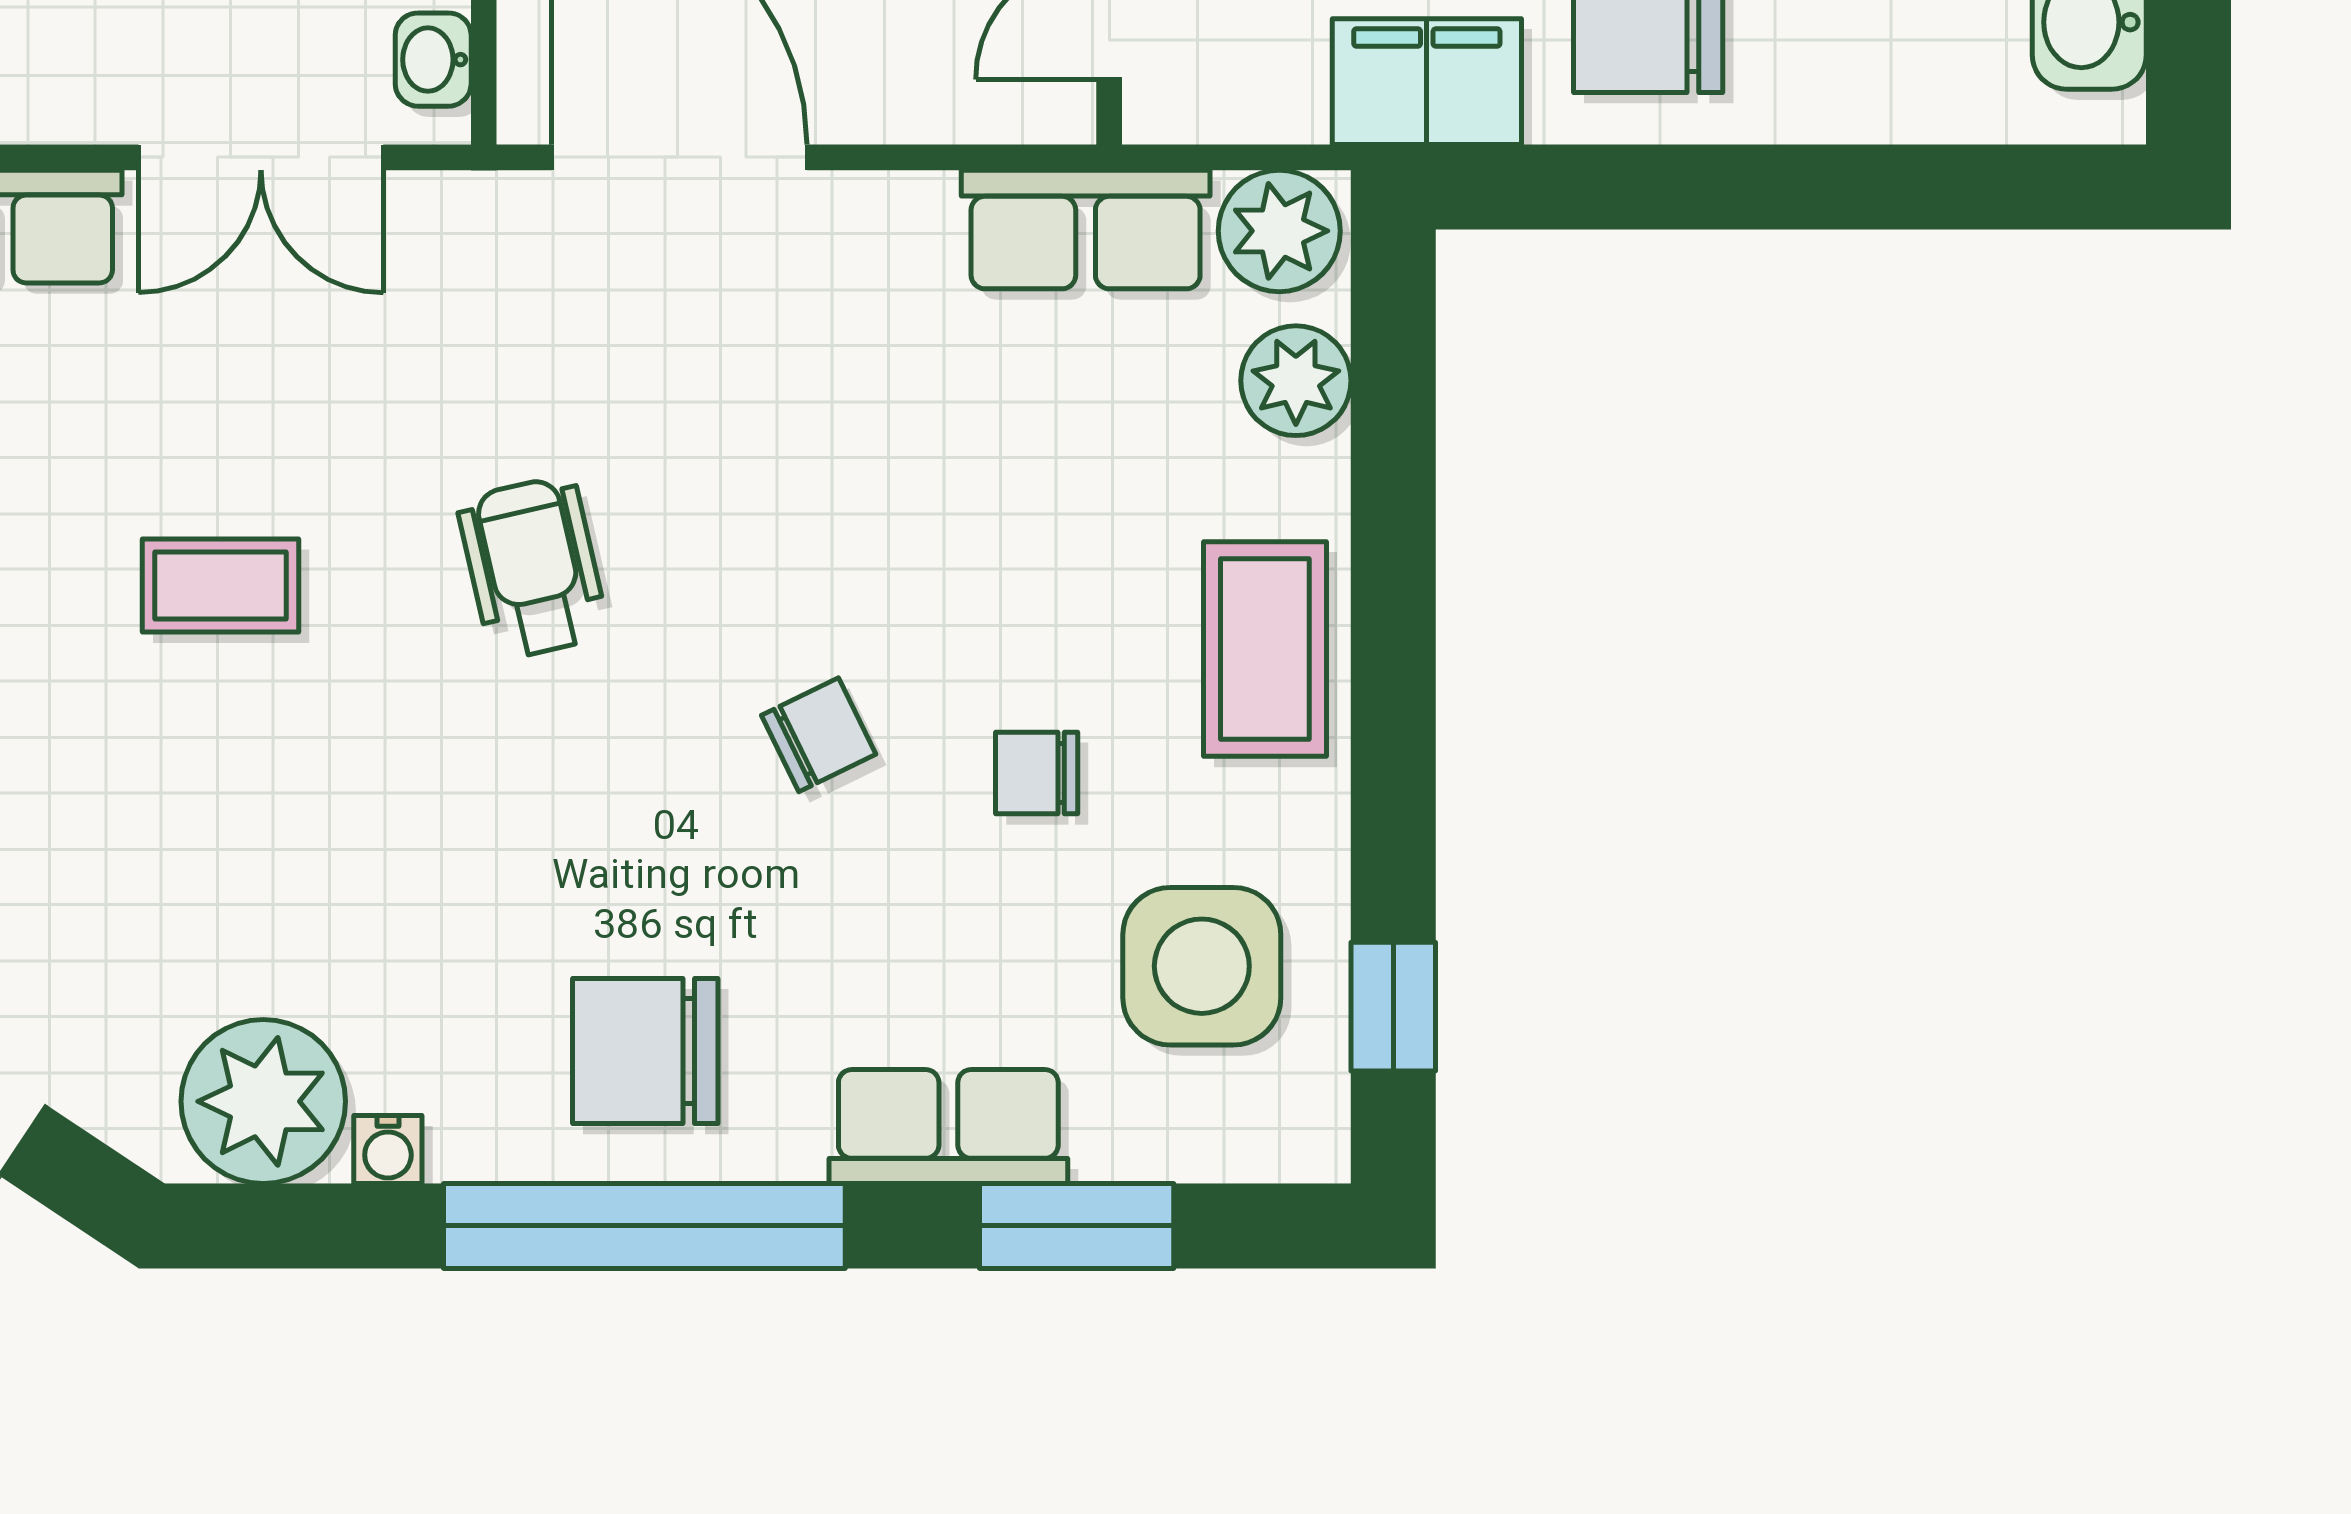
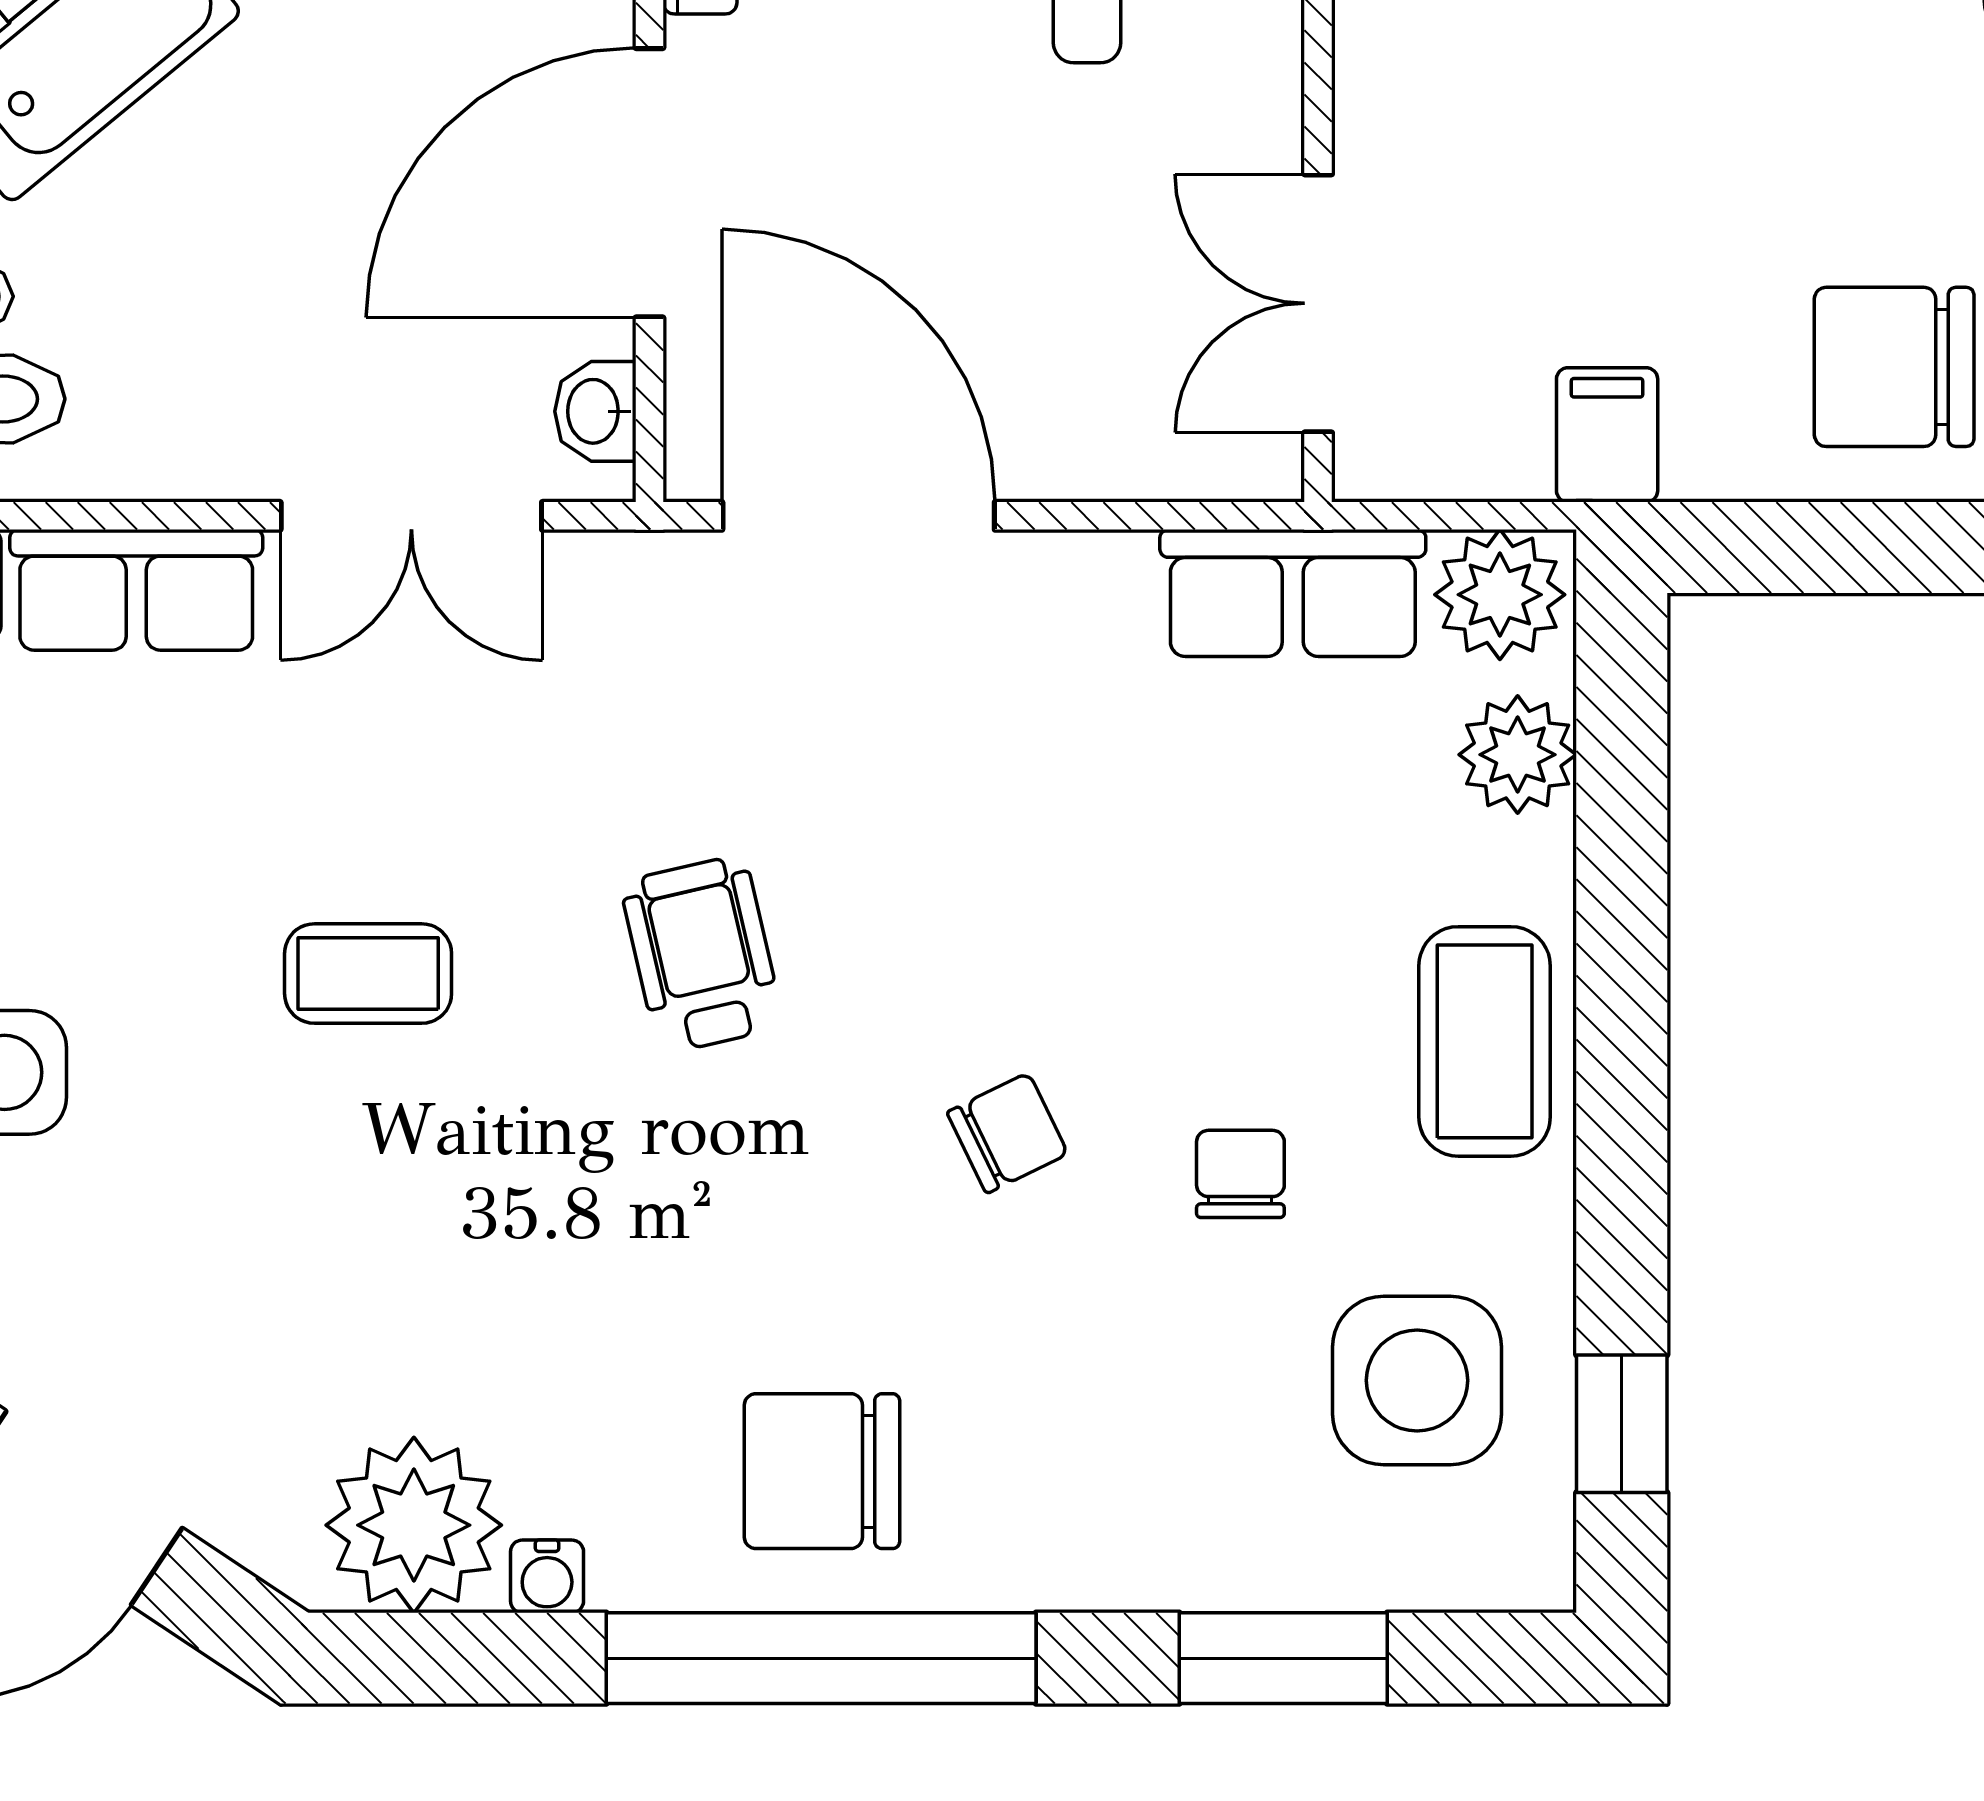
filing cabinet: (1427, 82) -> (1607, 435), width x0.50
chair: (1037, 773) -> (1240, 1174), turned 90
row of seats: (948, 1126) -> (1146, 1552), removed

